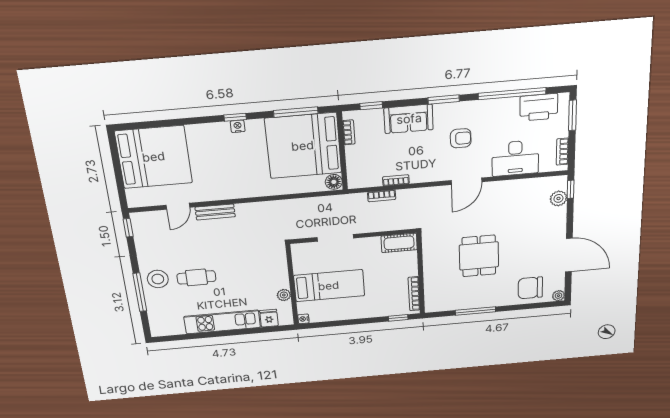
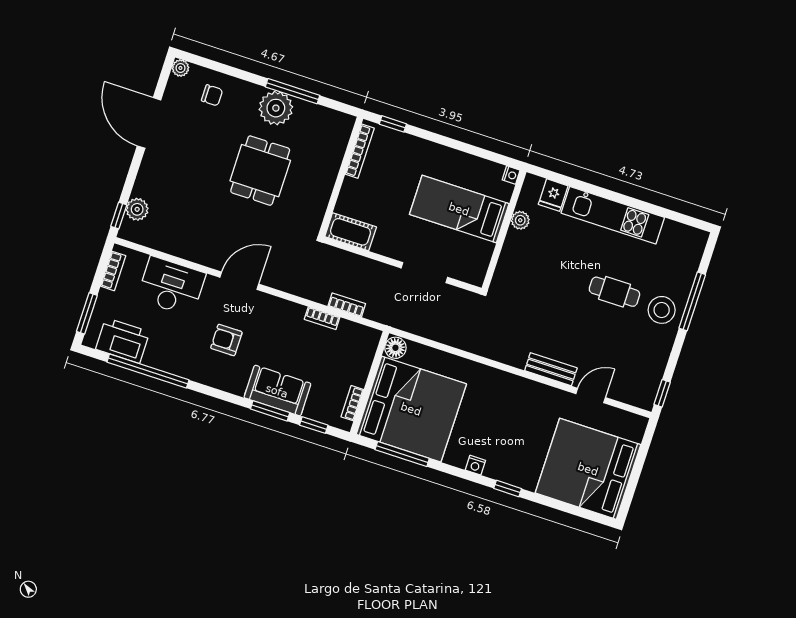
window: (444, 99) -> (270, 411), moved
window: (235, 117) -> (508, 488), moved
chair: (530, 288) -> (212, 95), width x0.54, depth x0.54
plant: (483, 297) -> (276, 108), added

